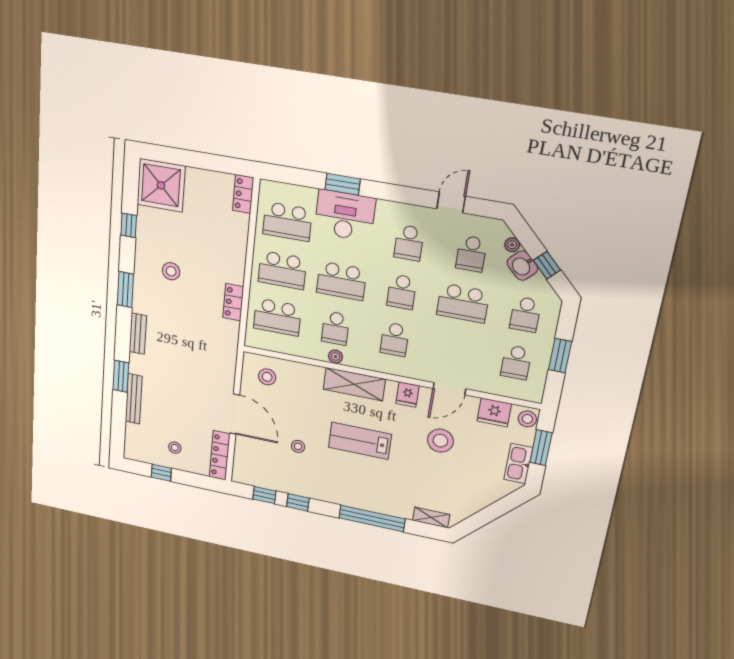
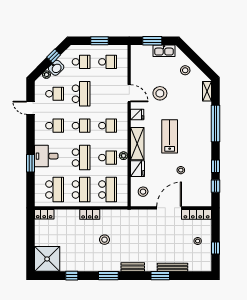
desk: (345, 215) -> (46, 156), width x0.73
stool: (171, 271) -> (105, 240), moved
locker: (233, 302) -> (90, 214), moved
fridge: (494, 412) -> (138, 169), moved
stool: (527, 419) -> (185, 70), moved
lab bench: (360, 441) -> (170, 136), turned 180

